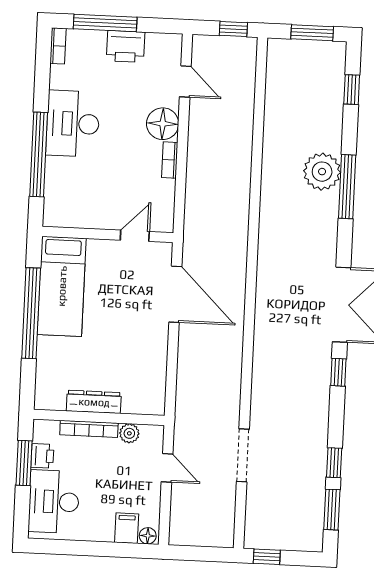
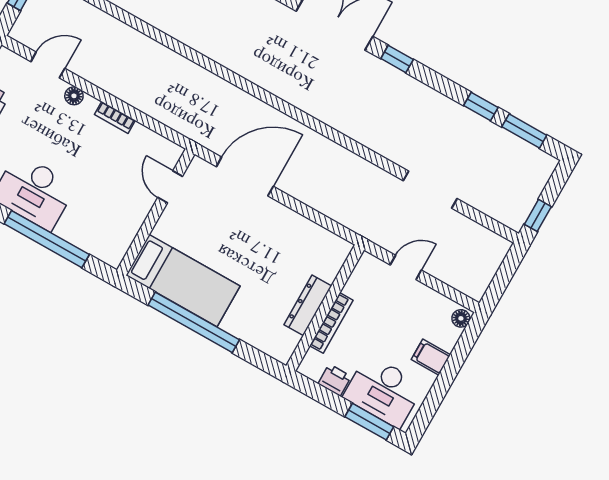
floor lamp: (163, 124) -> (74, 96), width x0.53, depth x0.53
plant: (129, 433) -> (355, 287), removed
window: (24, 463) -> (369, 422), moved
filing cabinet: (127, 528) -> (431, 357), moved

